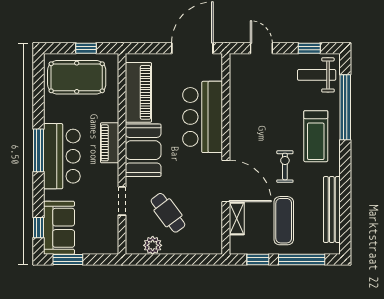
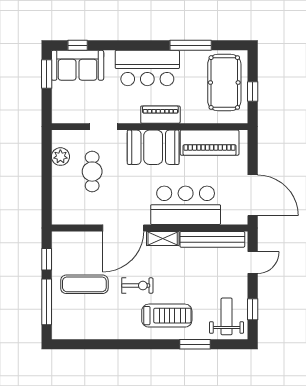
window: (345, 107) -> (195, 344), width x0.47
treadmill: (316, 136) -> (167, 316), turned 180
window: (38, 150) -> (191, 45), moved
bench: (332, 210) -> (212, 239), moved
cafe table: (168, 213) -> (92, 172), turned -53
shelving: (237, 219) -> (163, 239), moved

